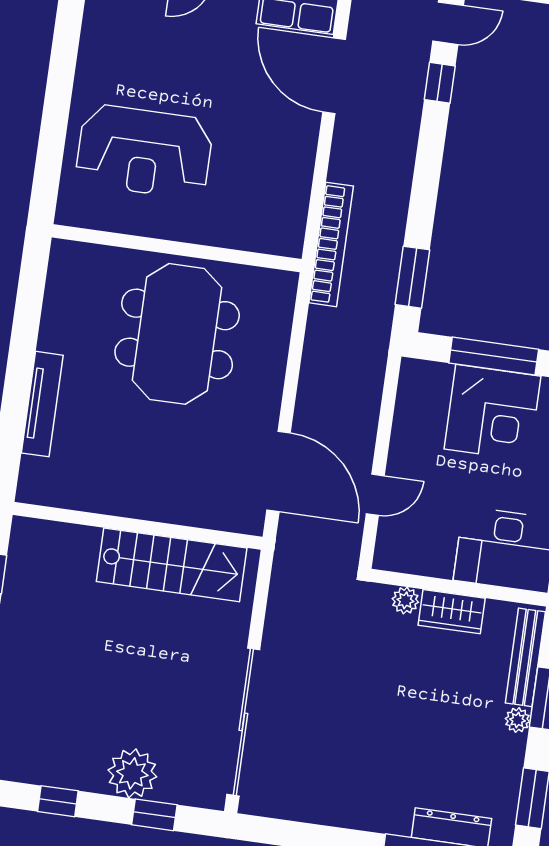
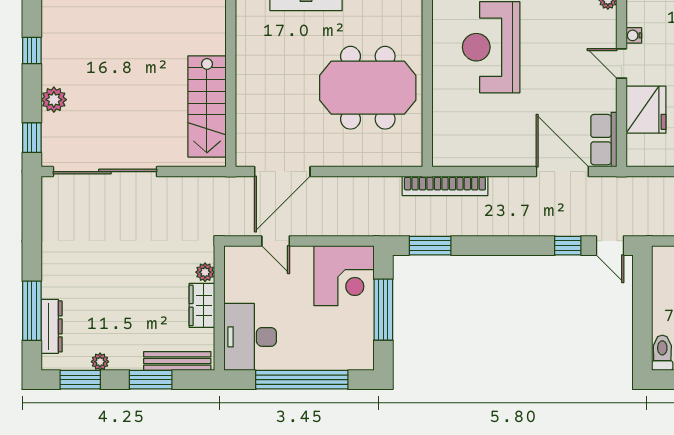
door: (334, 76) -> (562, 172), hinge flipped
corner desk: (492, 413) -> (344, 276), moved, turned -90
plant: (517, 720) -> (100, 362), moved
plant: (132, 773) -> (54, 100), width x0.73, depth x0.73
window: (154, 815) -> (32, 138), moved

